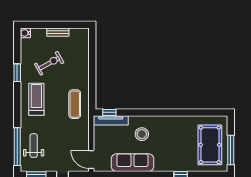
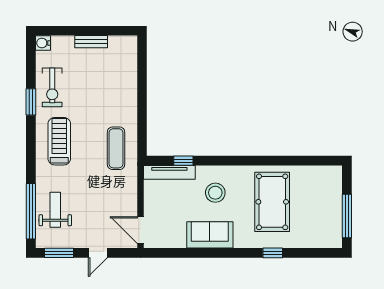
exercise bike: (49, 63) -> (52, 87), moved, turned 119
window: (109, 112) -> (183, 161), moved
pool table: (210, 145) -> (272, 202), moved
sofa: (132, 163) -> (210, 235), width x0.73

